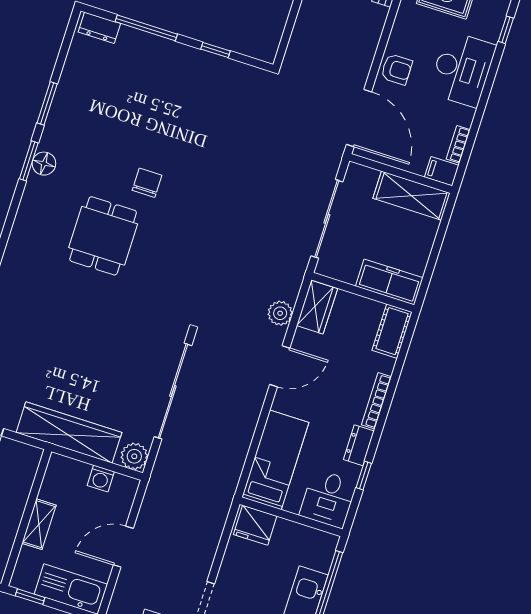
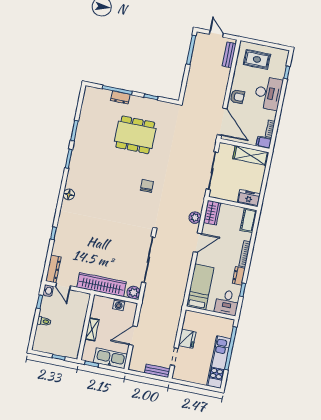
dresser: (99, 28) -> (120, 97), moved
floor lamp: (44, 164) -> (69, 194), moved
chair: (147, 183) -> (147, 186), moved
dining table: (103, 236) -> (135, 135), moved, width x1.38
freezer: (389, 282) -> (249, 198), width x0.71
fridge: (255, 525) -> (187, 339), moved, turned -90

